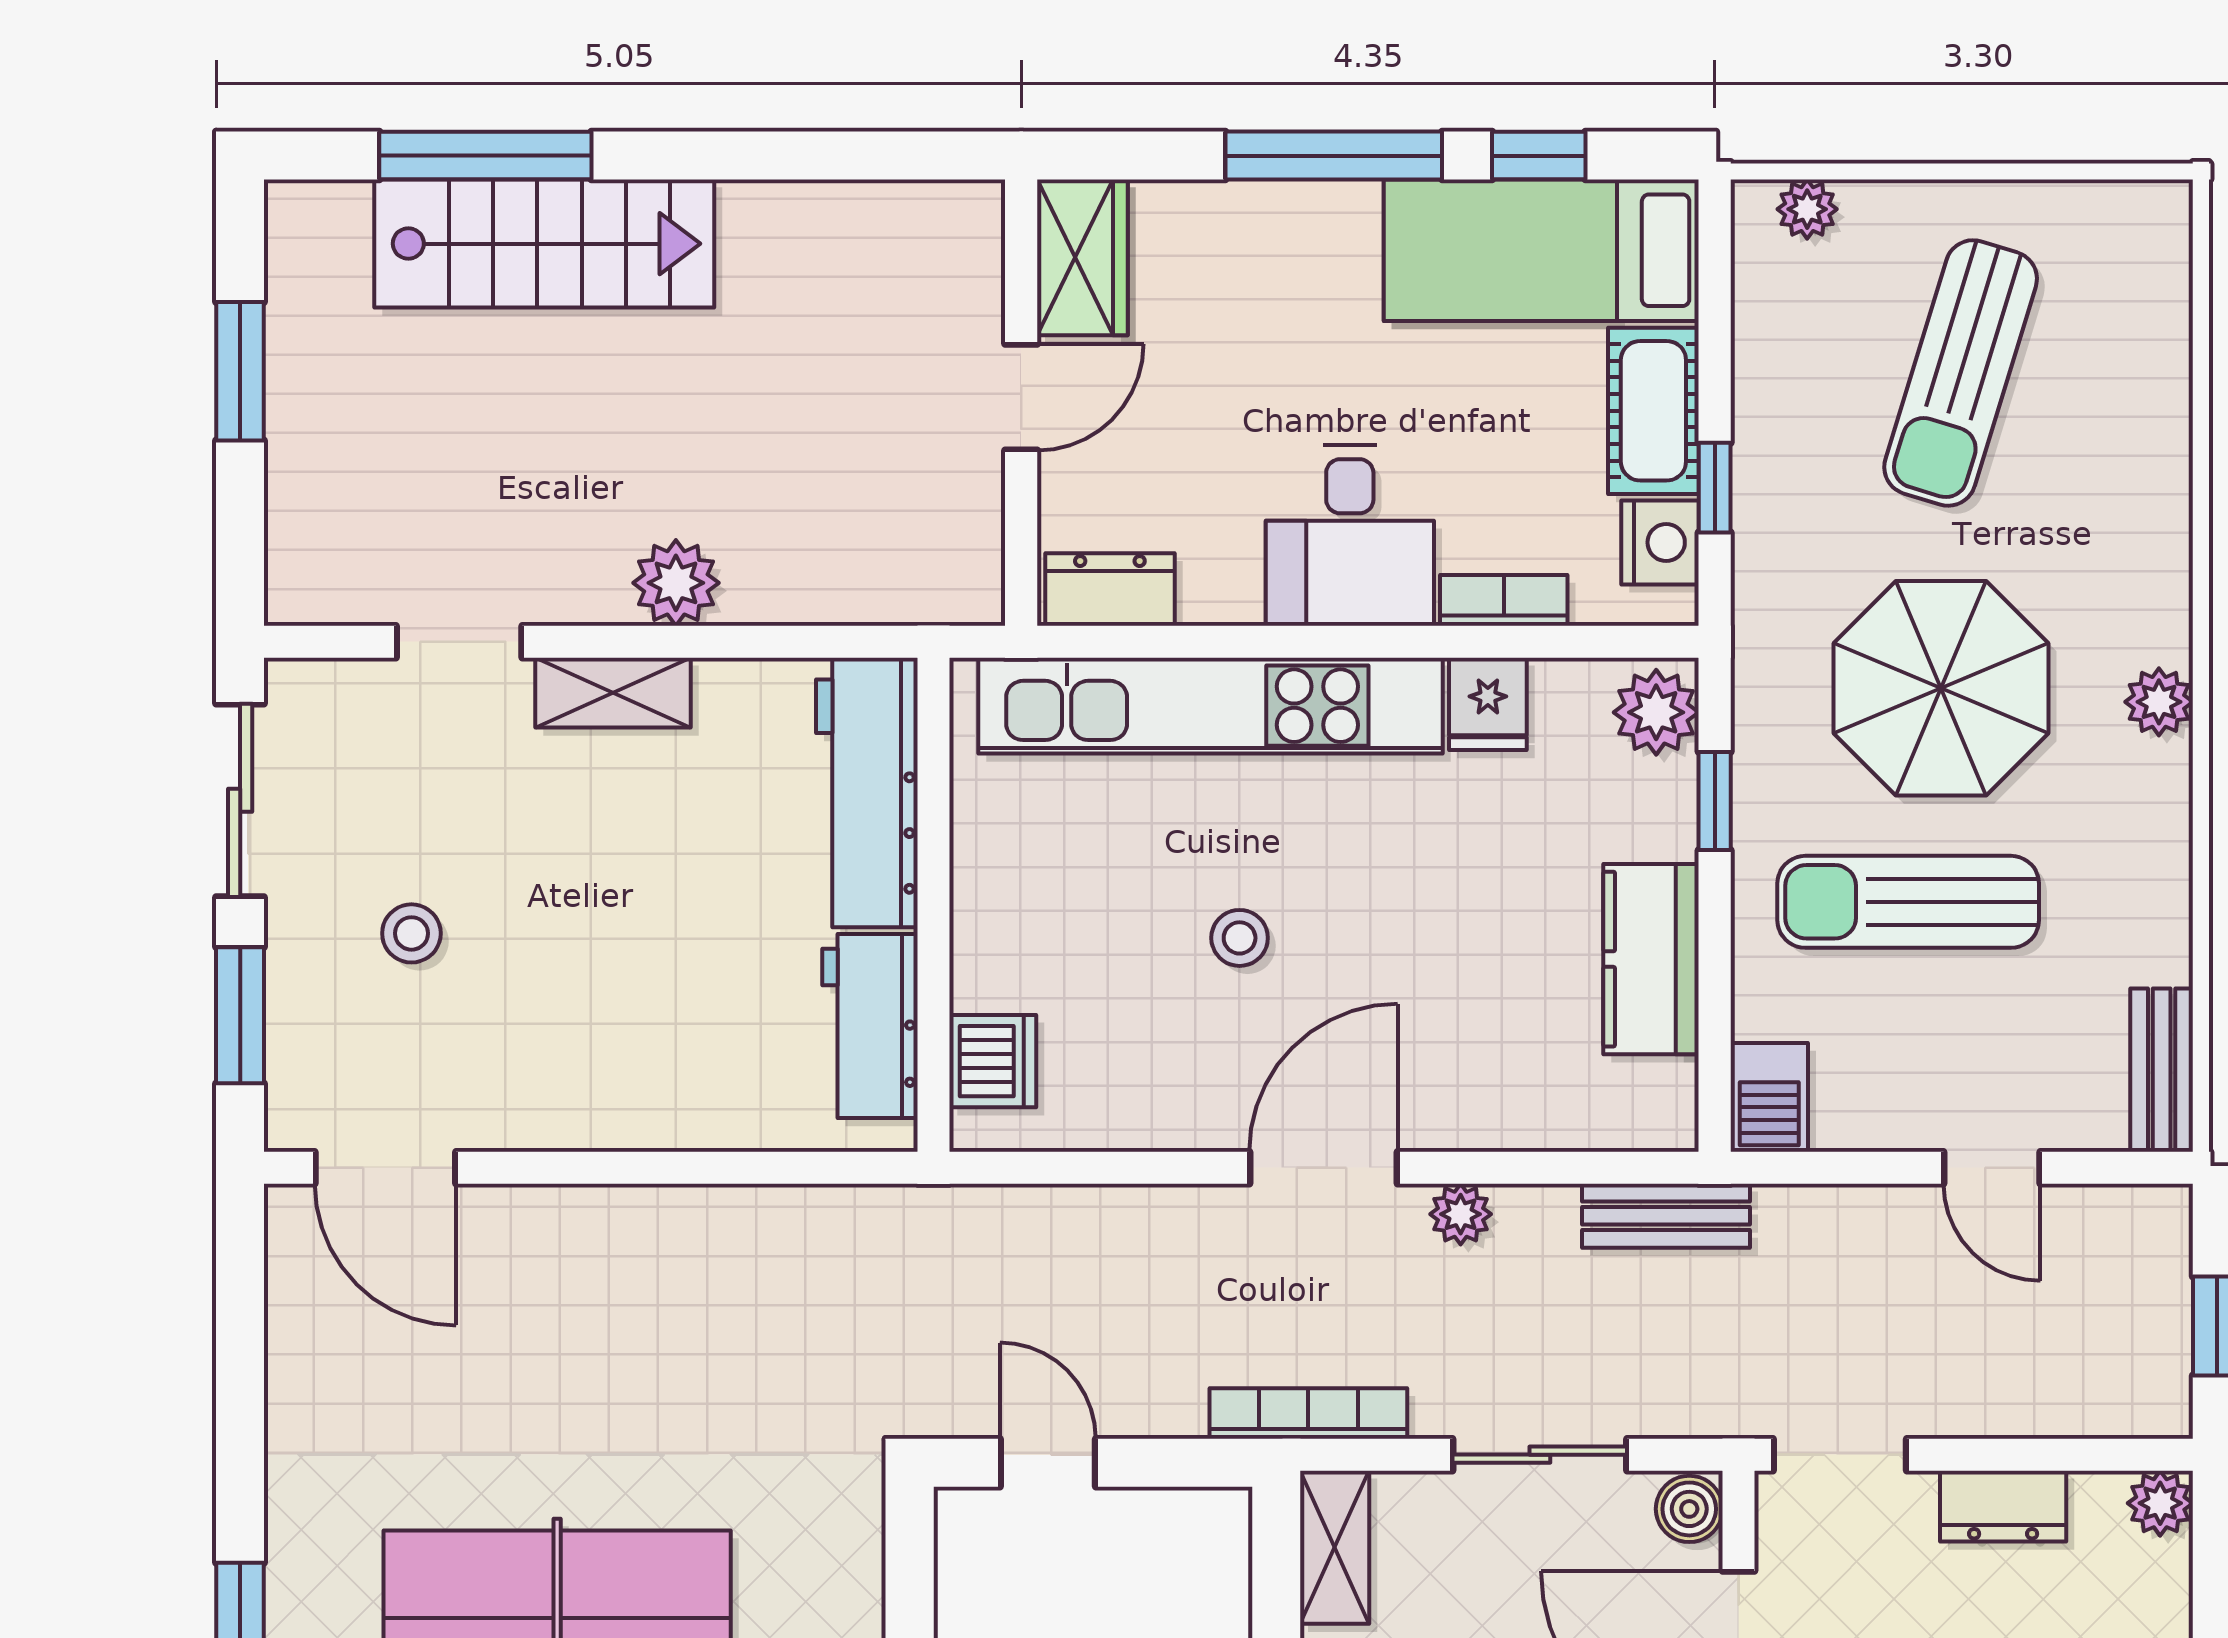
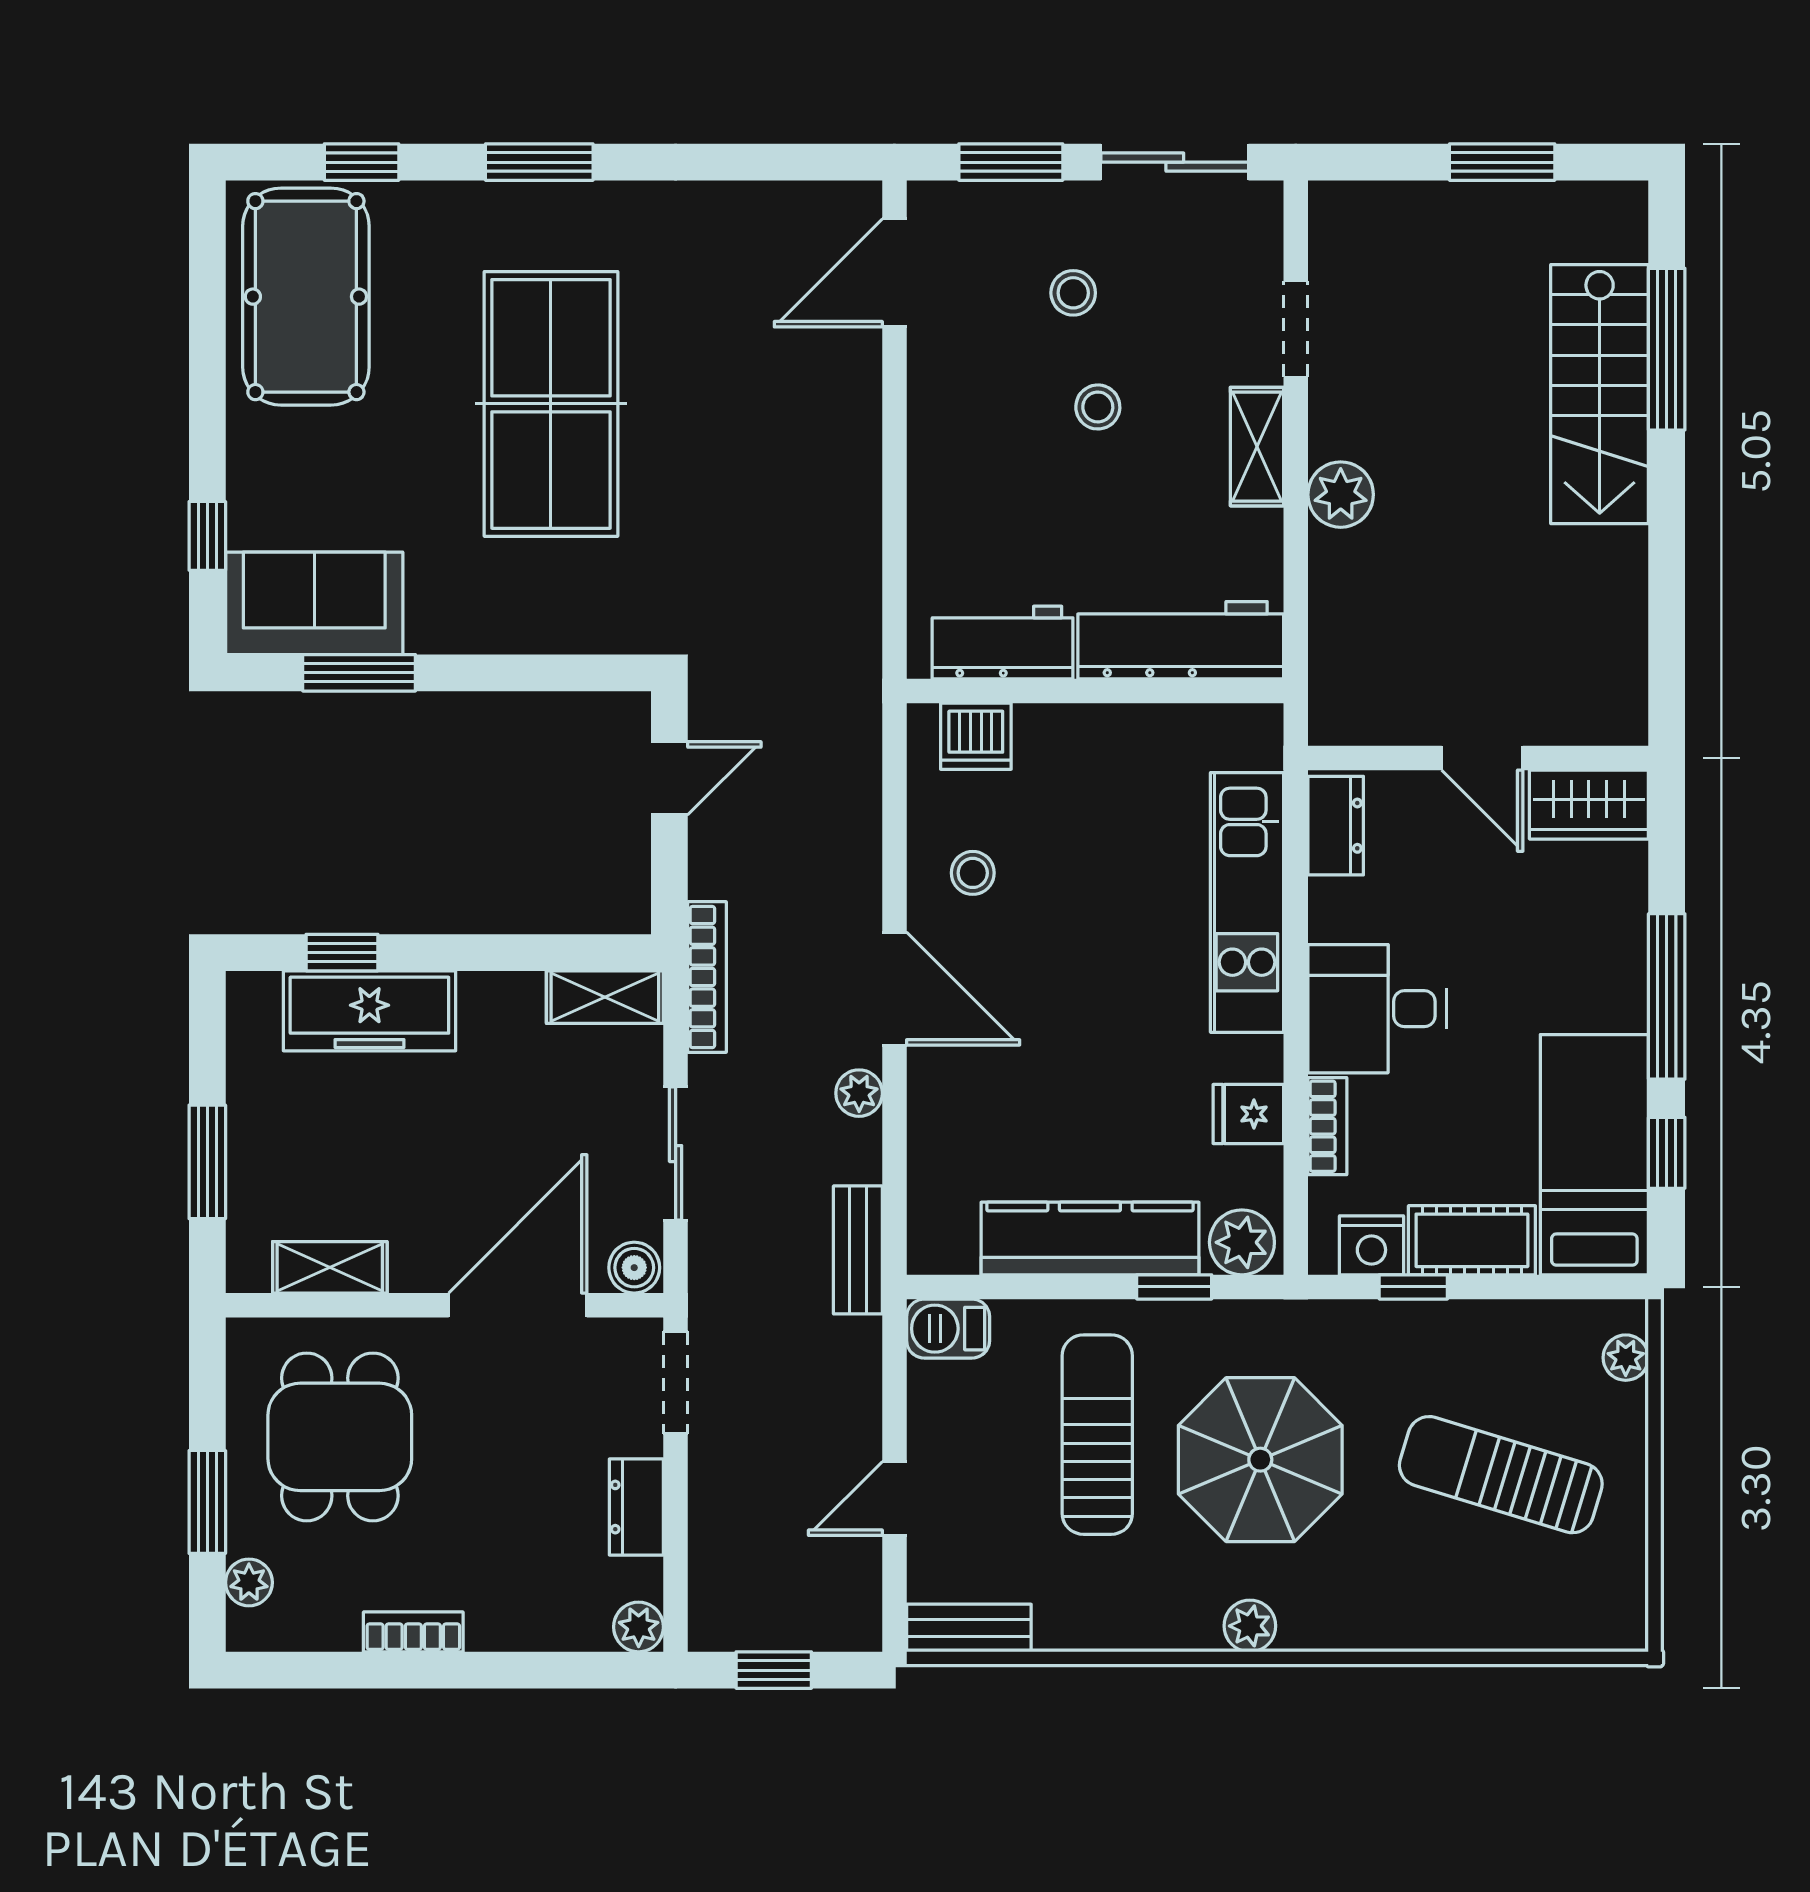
kitchen unit: (1211, 706) -> (1247, 902), width x0.73
stool: (561, 901) -> (1098, 407), added
stool: (1240, 938) -> (973, 873), moved
kitchen counter: (1651, 959) -> (1090, 1238), width x1.50

